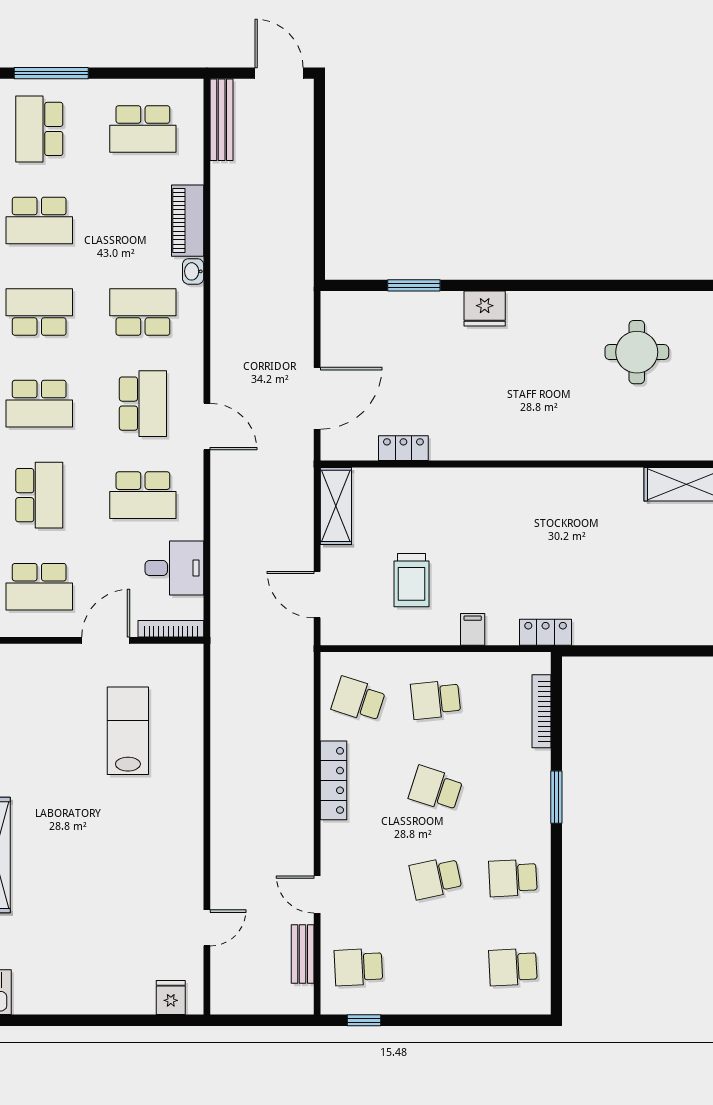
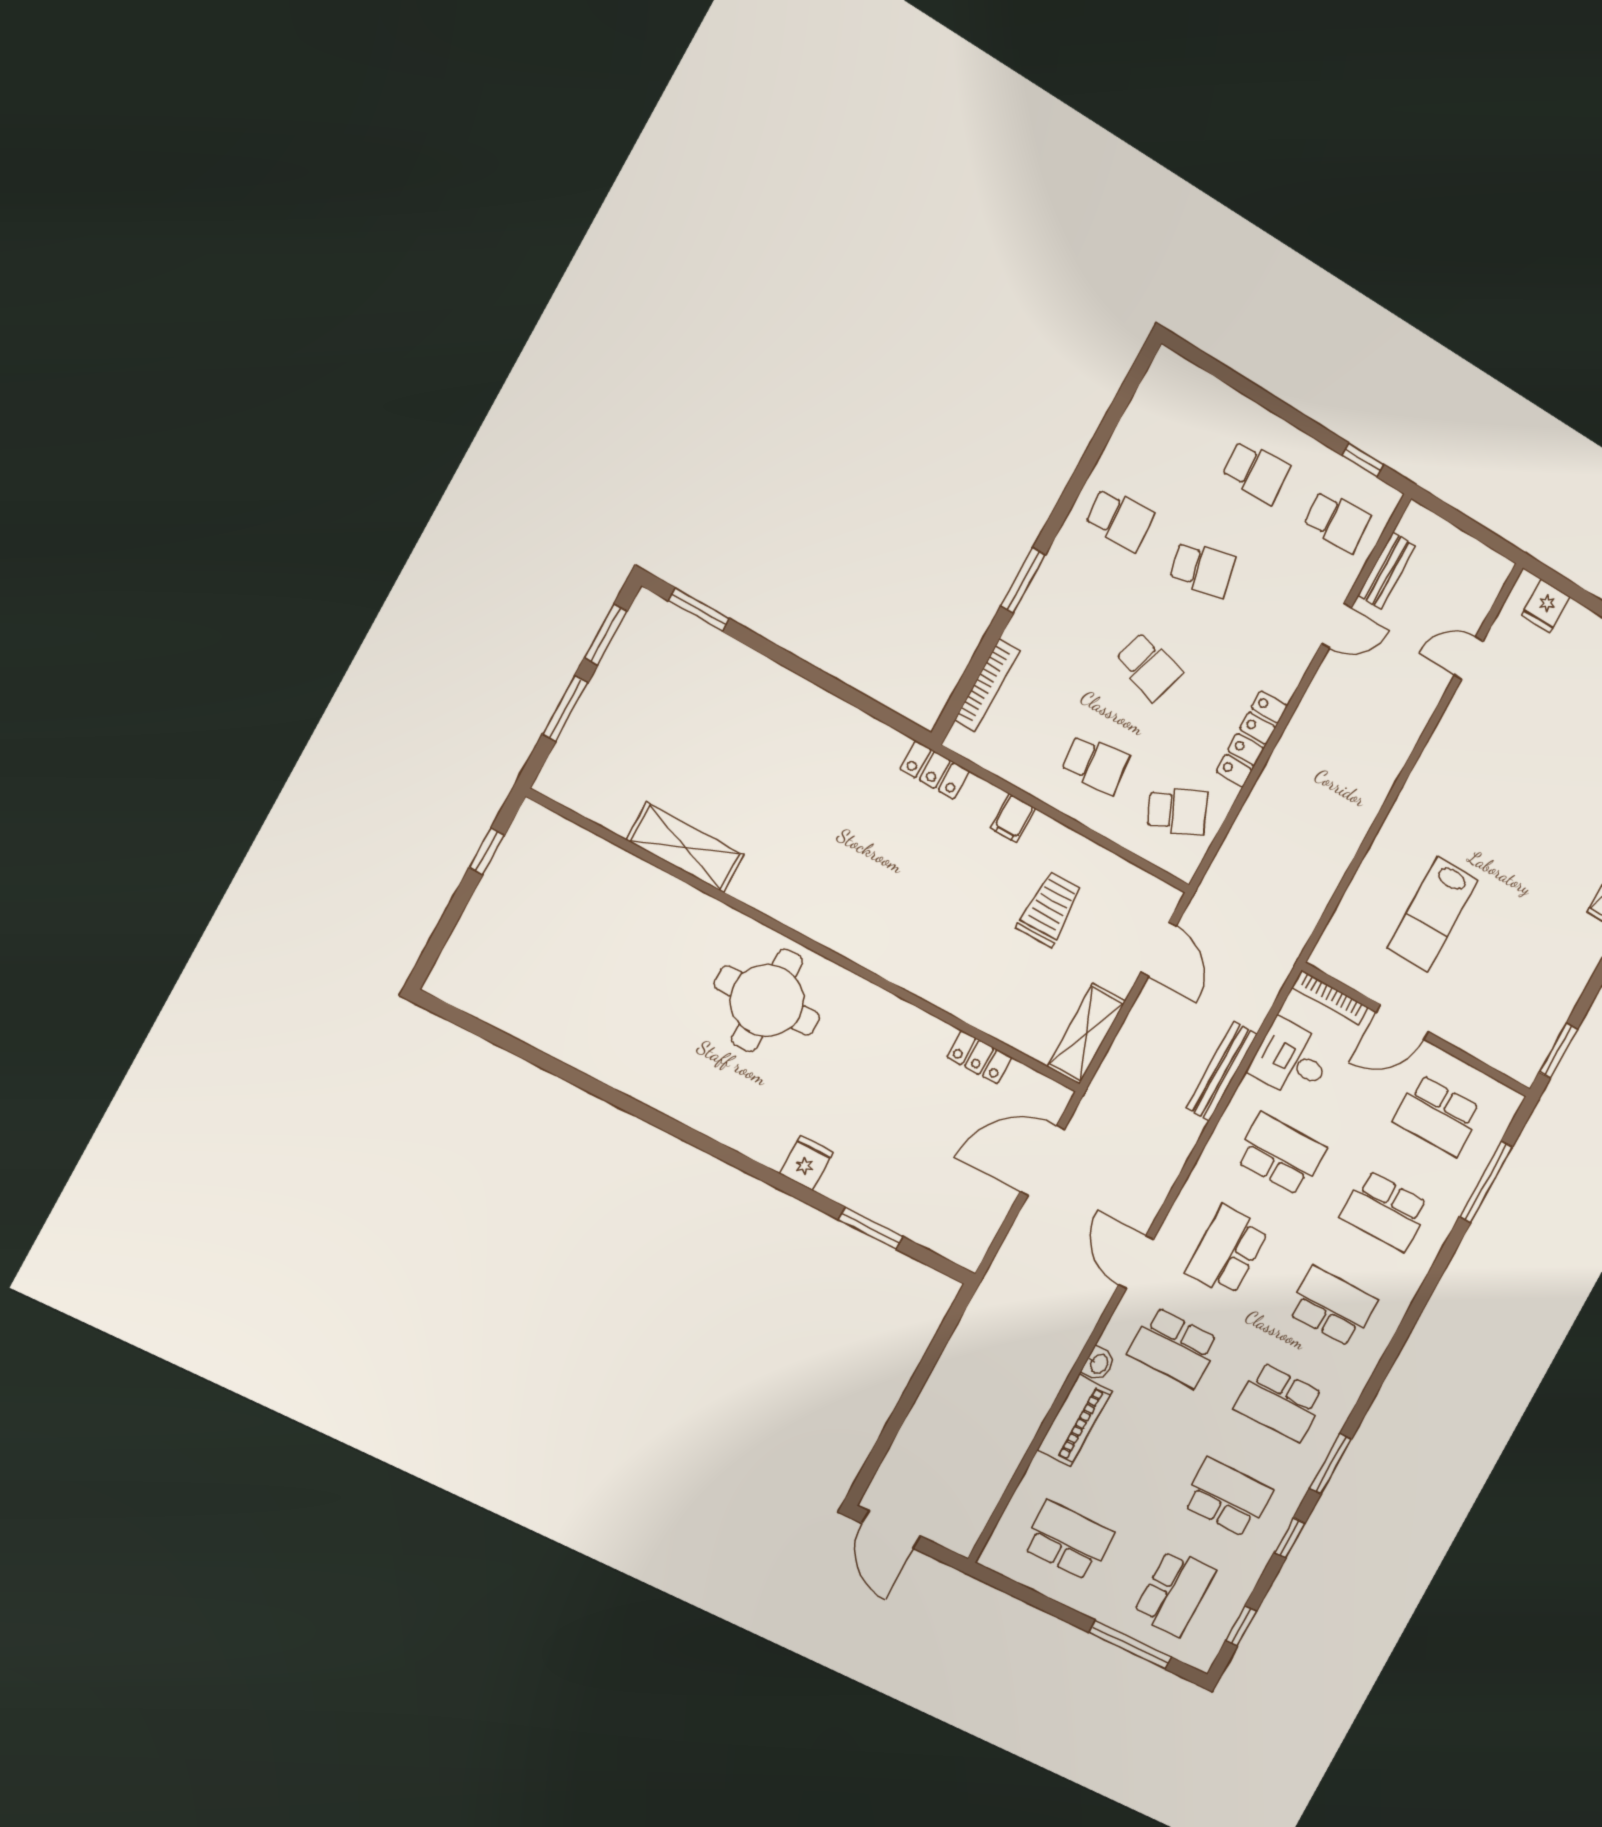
bench: (222, 120) -> (1221, 1071), moved
fridge: (485, 308) -> (806, 1163), width x0.72
round table: (637, 352) -> (767, 1001), moved, width x1.36, depth x1.36
door: (207, 427) -> (1136, 1262), moved
school desk: (39, 495) -> (1385, 1211), turned -90
school desk: (39, 587) -> (1438, 1115), turned 180
school desk: (358, 700) -> (1177, 811), turned -42
door: (317, 894) -> (1336, 626), hinge flipped
school desk: (513, 967) -> (1256, 471), moved

